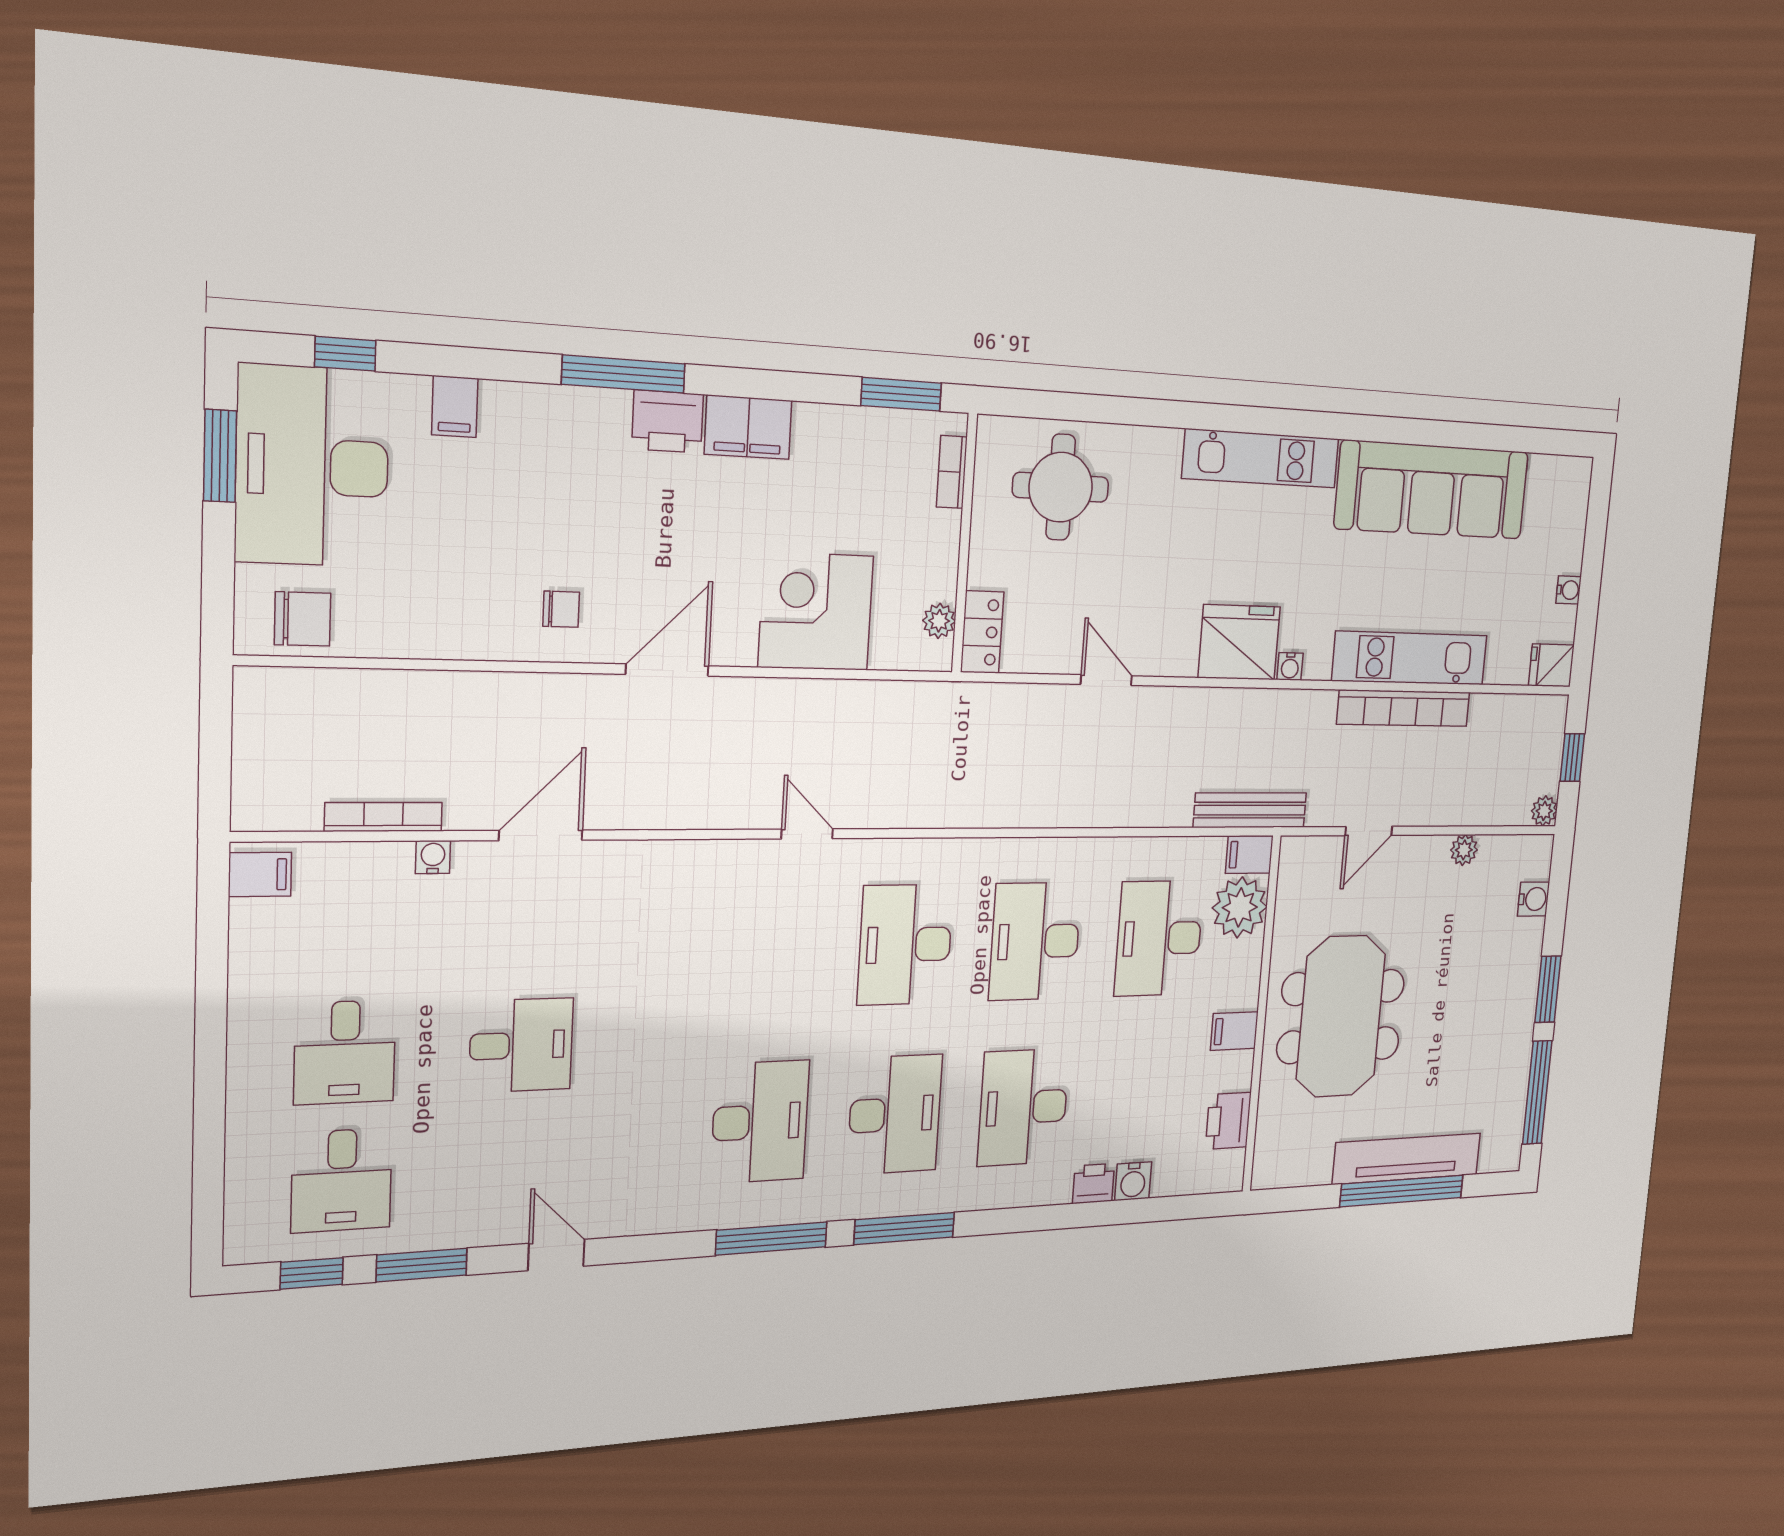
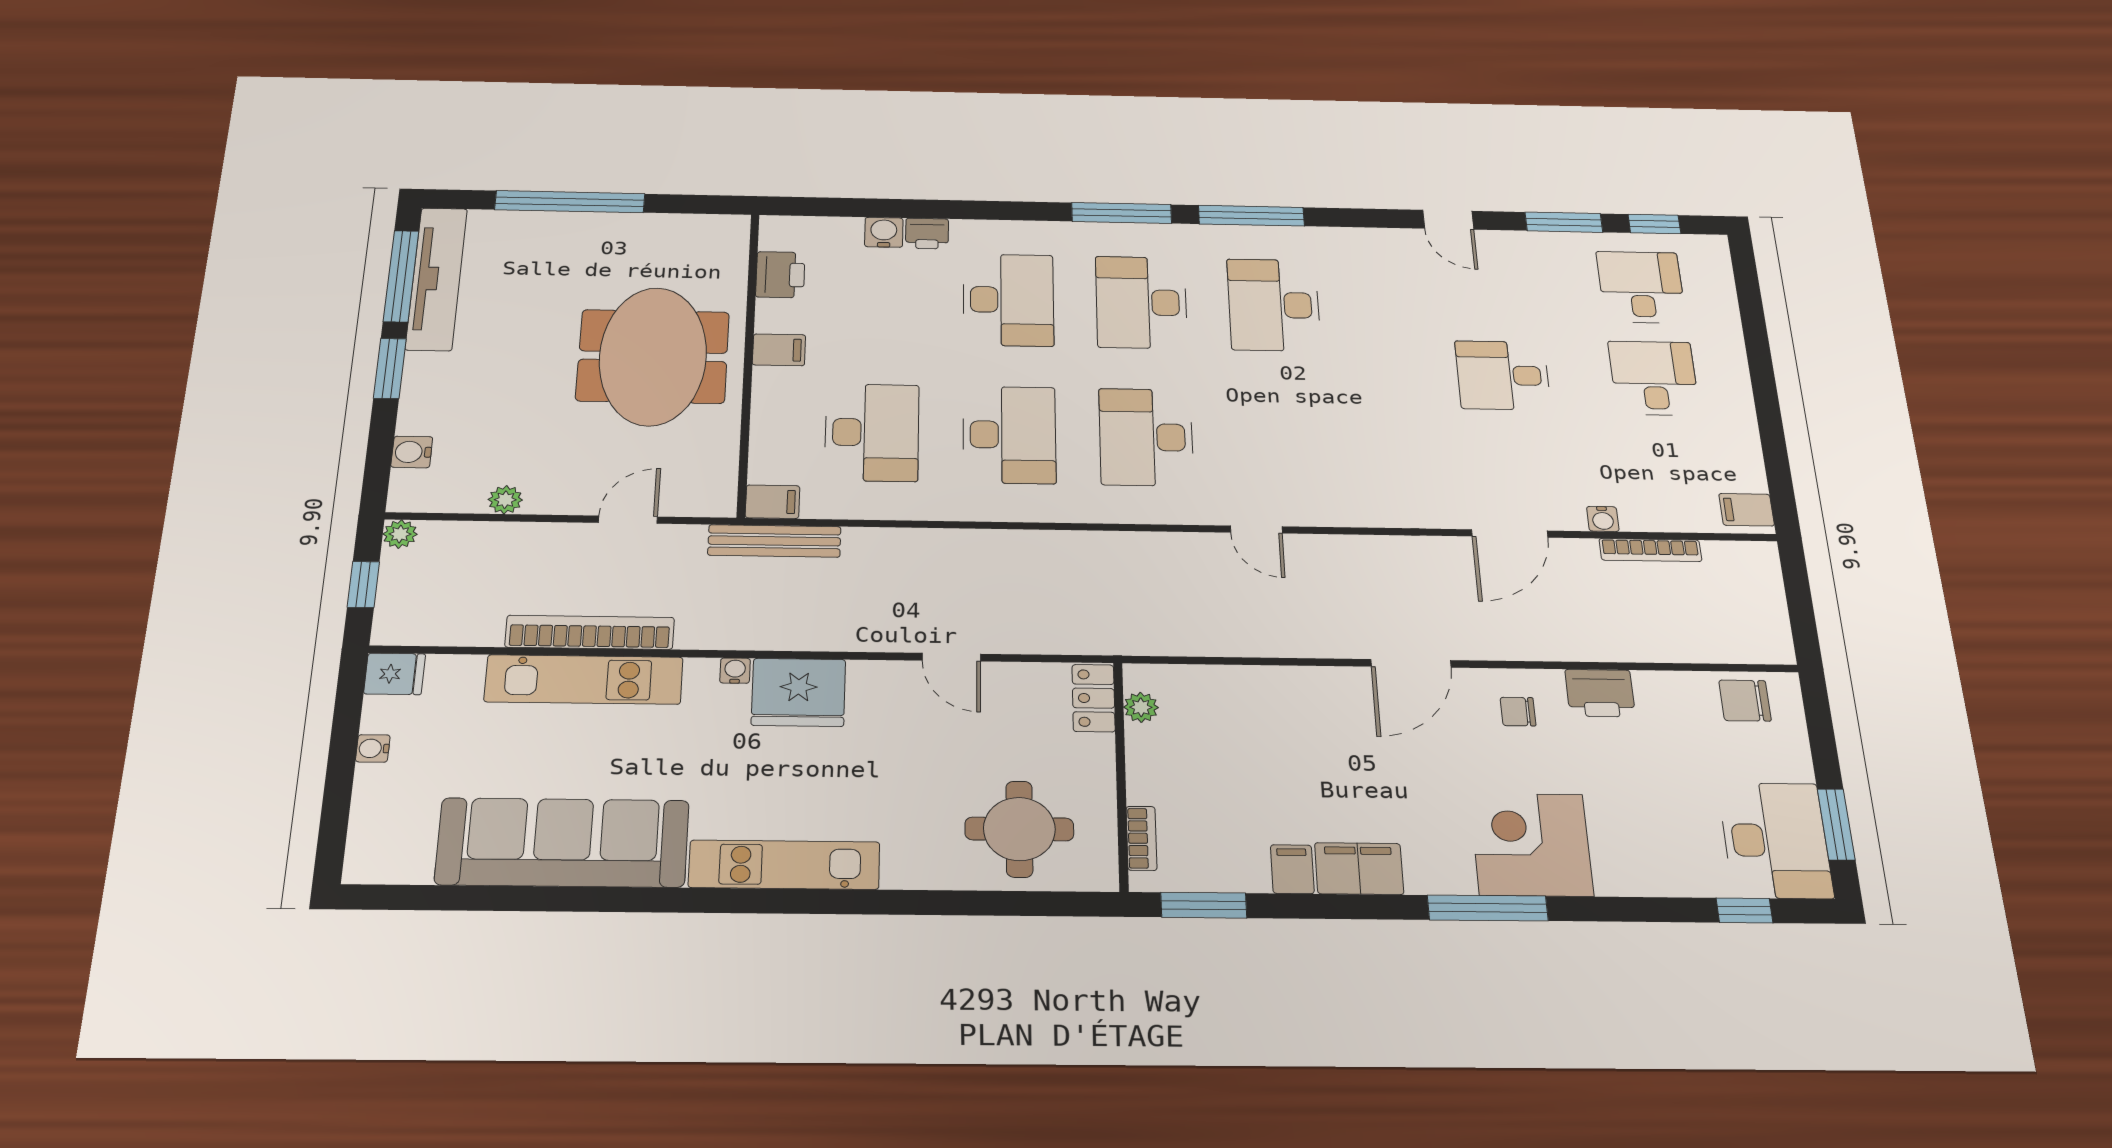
filing cabinet: (455, 407) -> (1292, 869), moved
printer: (668, 422) -> (1600, 693), moved, turned 180
desk: (312, 466) -> (1775, 840), width x0.73, depth x0.77
corner desk: (816, 611) -> (1531, 845), moved, turned 180
plant: (1240, 907) -> (780, 456), removed
desk: (905, 945) -> (1146, 437), turned 180
tv unit: (1407, 1159) -> (436, 279), moved, turned -90

